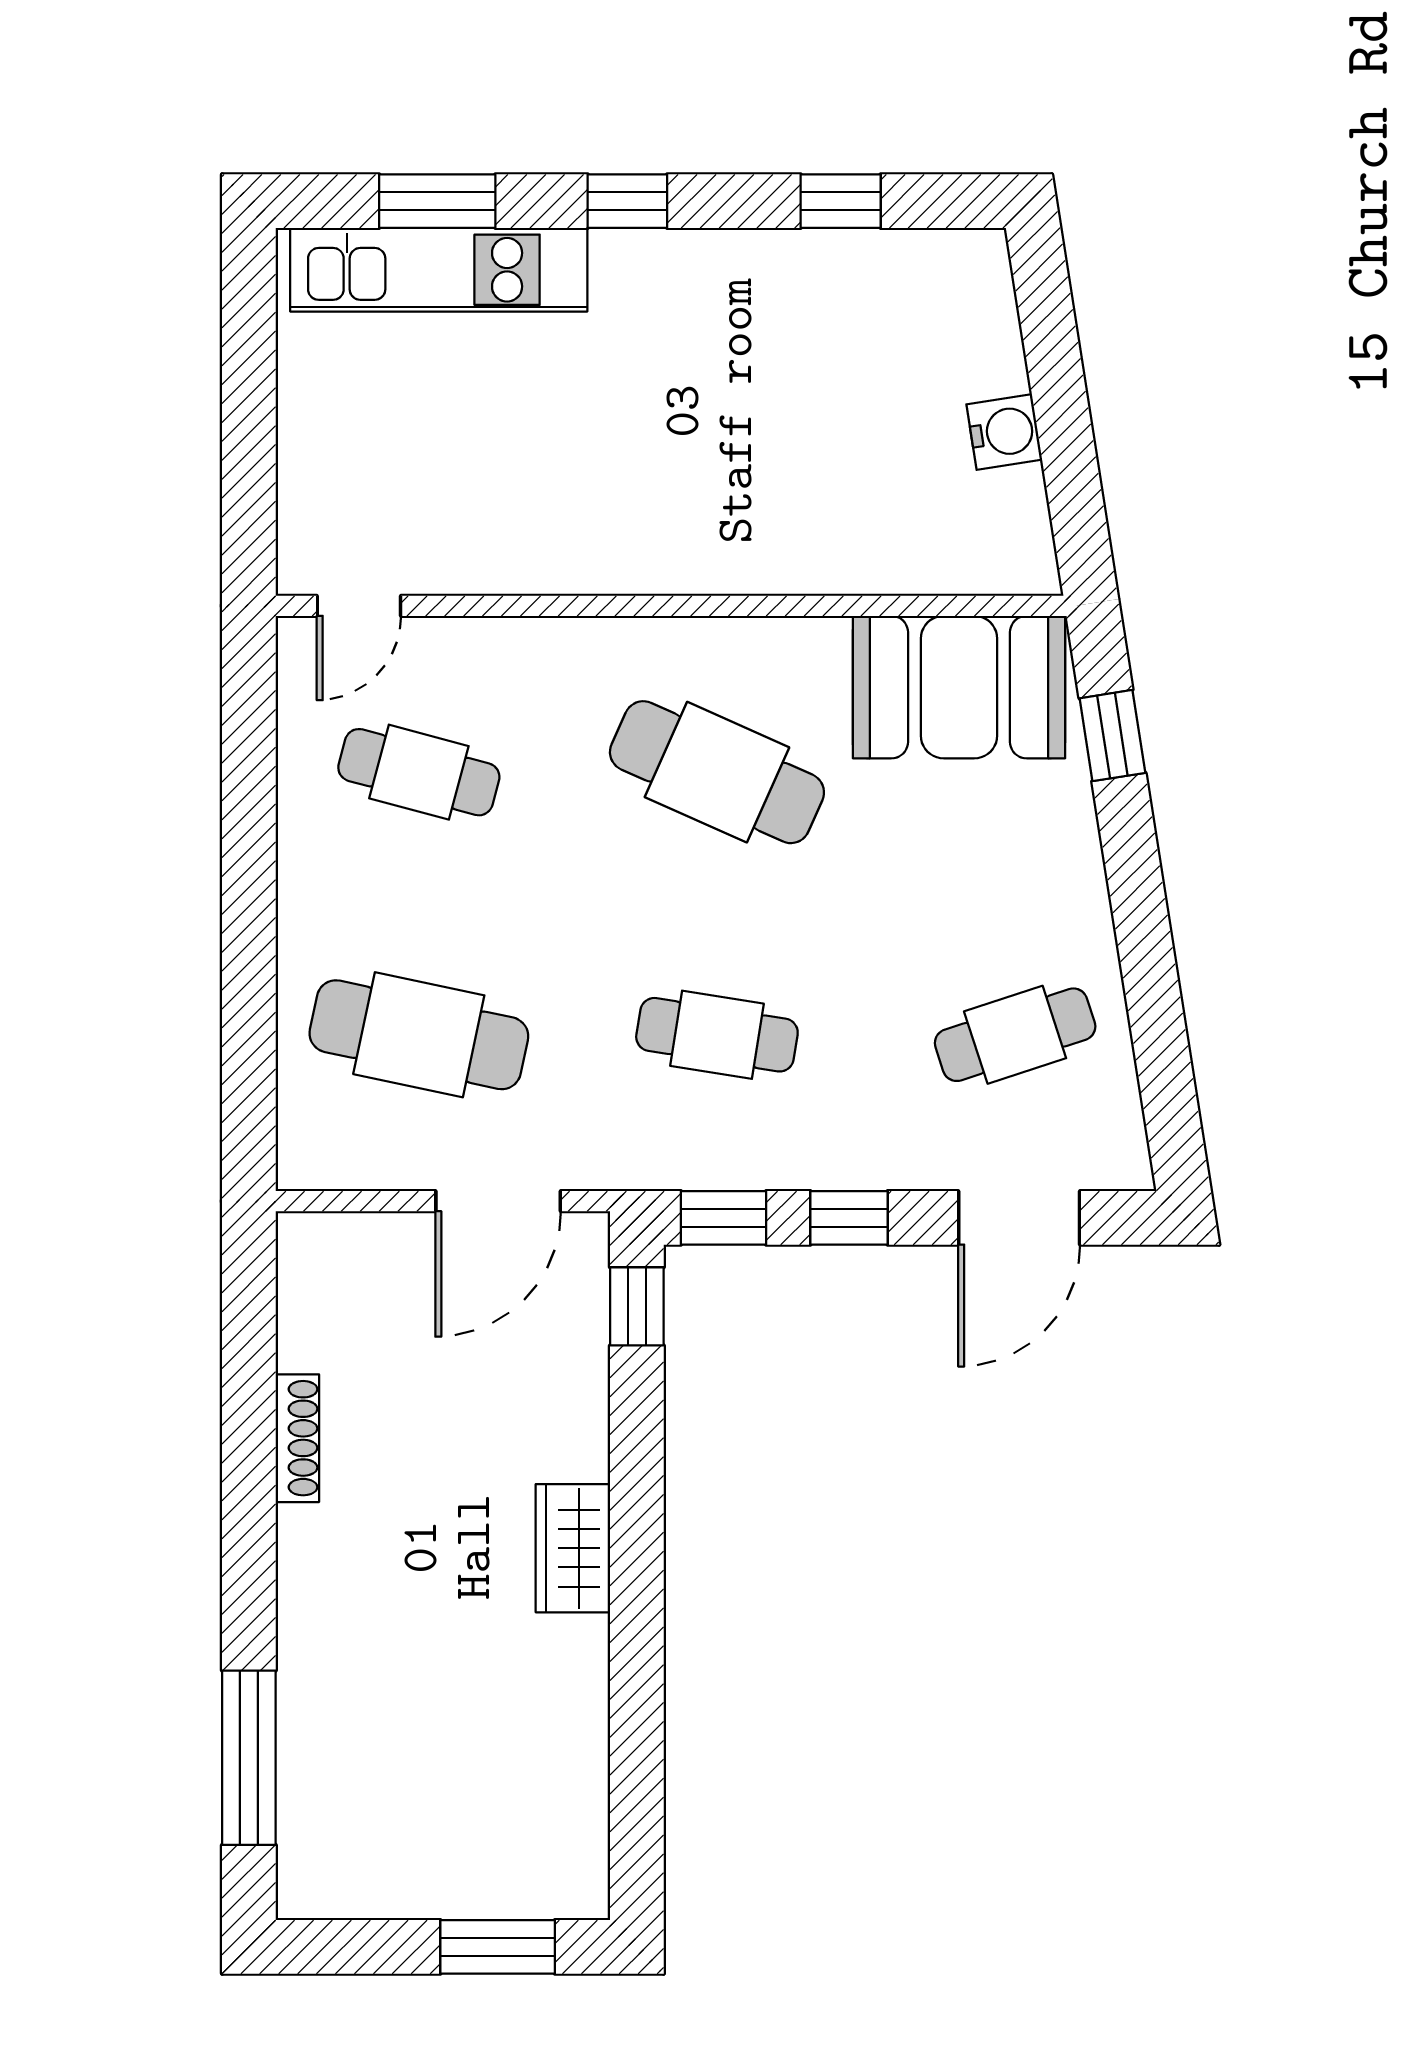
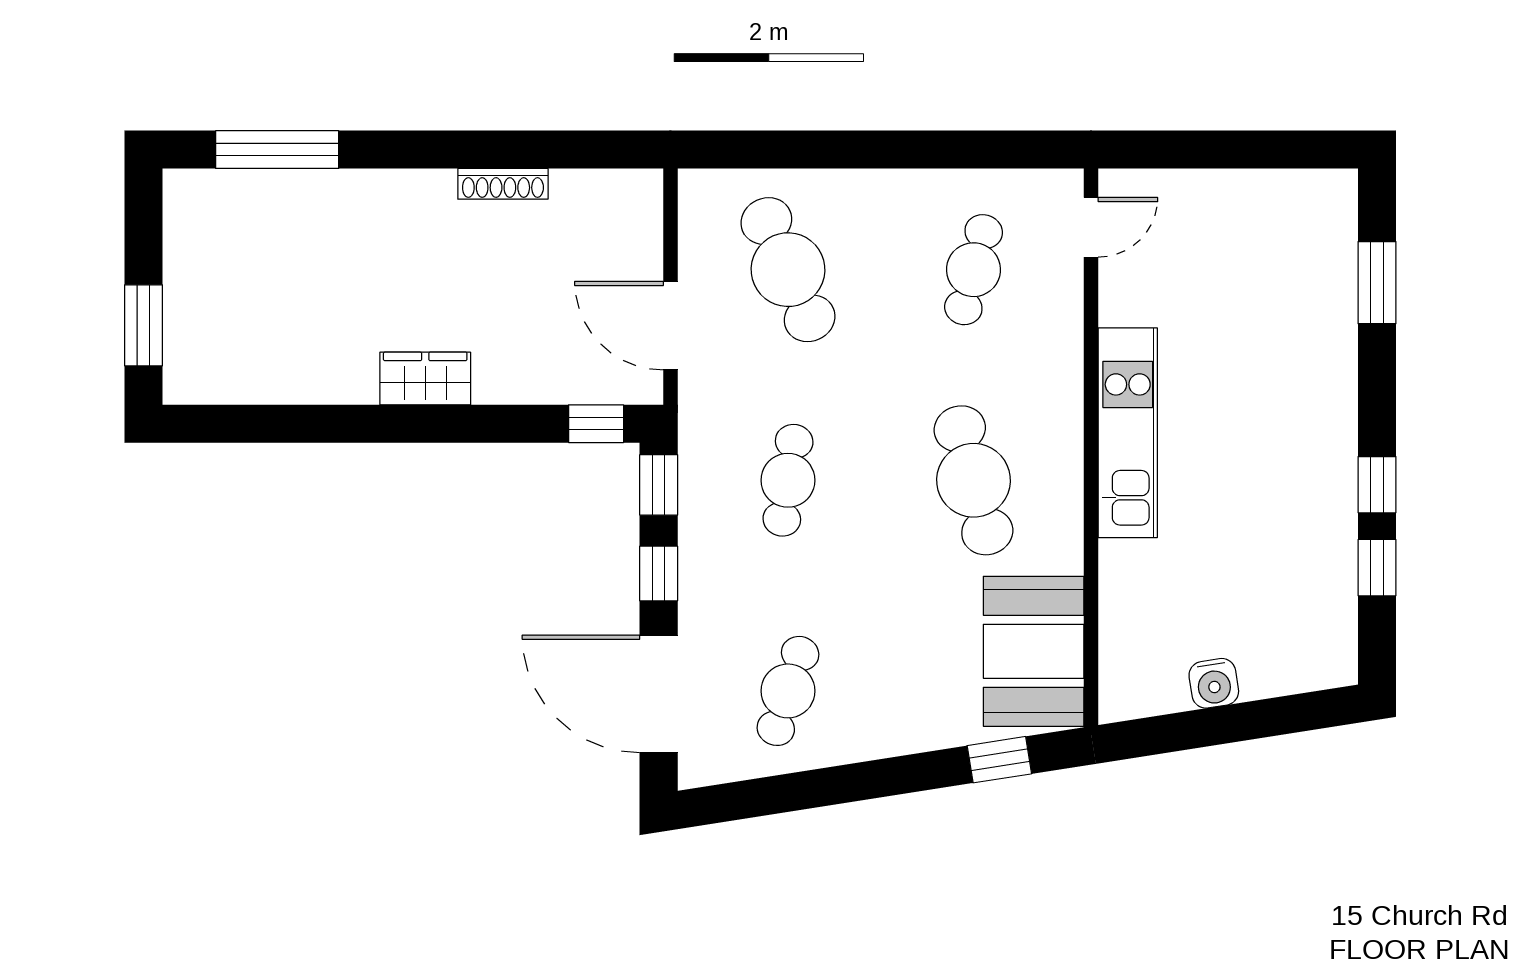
window: (627, 201) -> (1377, 485), moved
kitchen unit: (439, 270) -> (1128, 433), moved, turned 180
door: (359, 606) -> (1091, 227), swing flipped
cafe table: (717, 772) -> (974, 480), turned -39
cafe table: (419, 1035) -> (788, 270), turned -36
cafe table: (1015, 1035) -> (788, 691), turned 36
door: (1019, 1218) -> (659, 694), width x1.36

